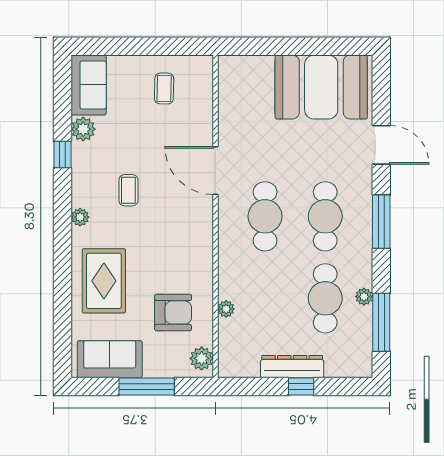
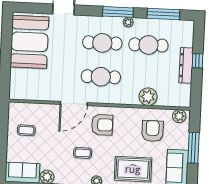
window: (381, 222) -> (118, 12), moved
armchair: (180, 223) -> (102, 125), added
plant: (364, 297) -> (128, 22), moved
plant: (226, 309) -> (148, 97), width x1.88, depth x1.88

